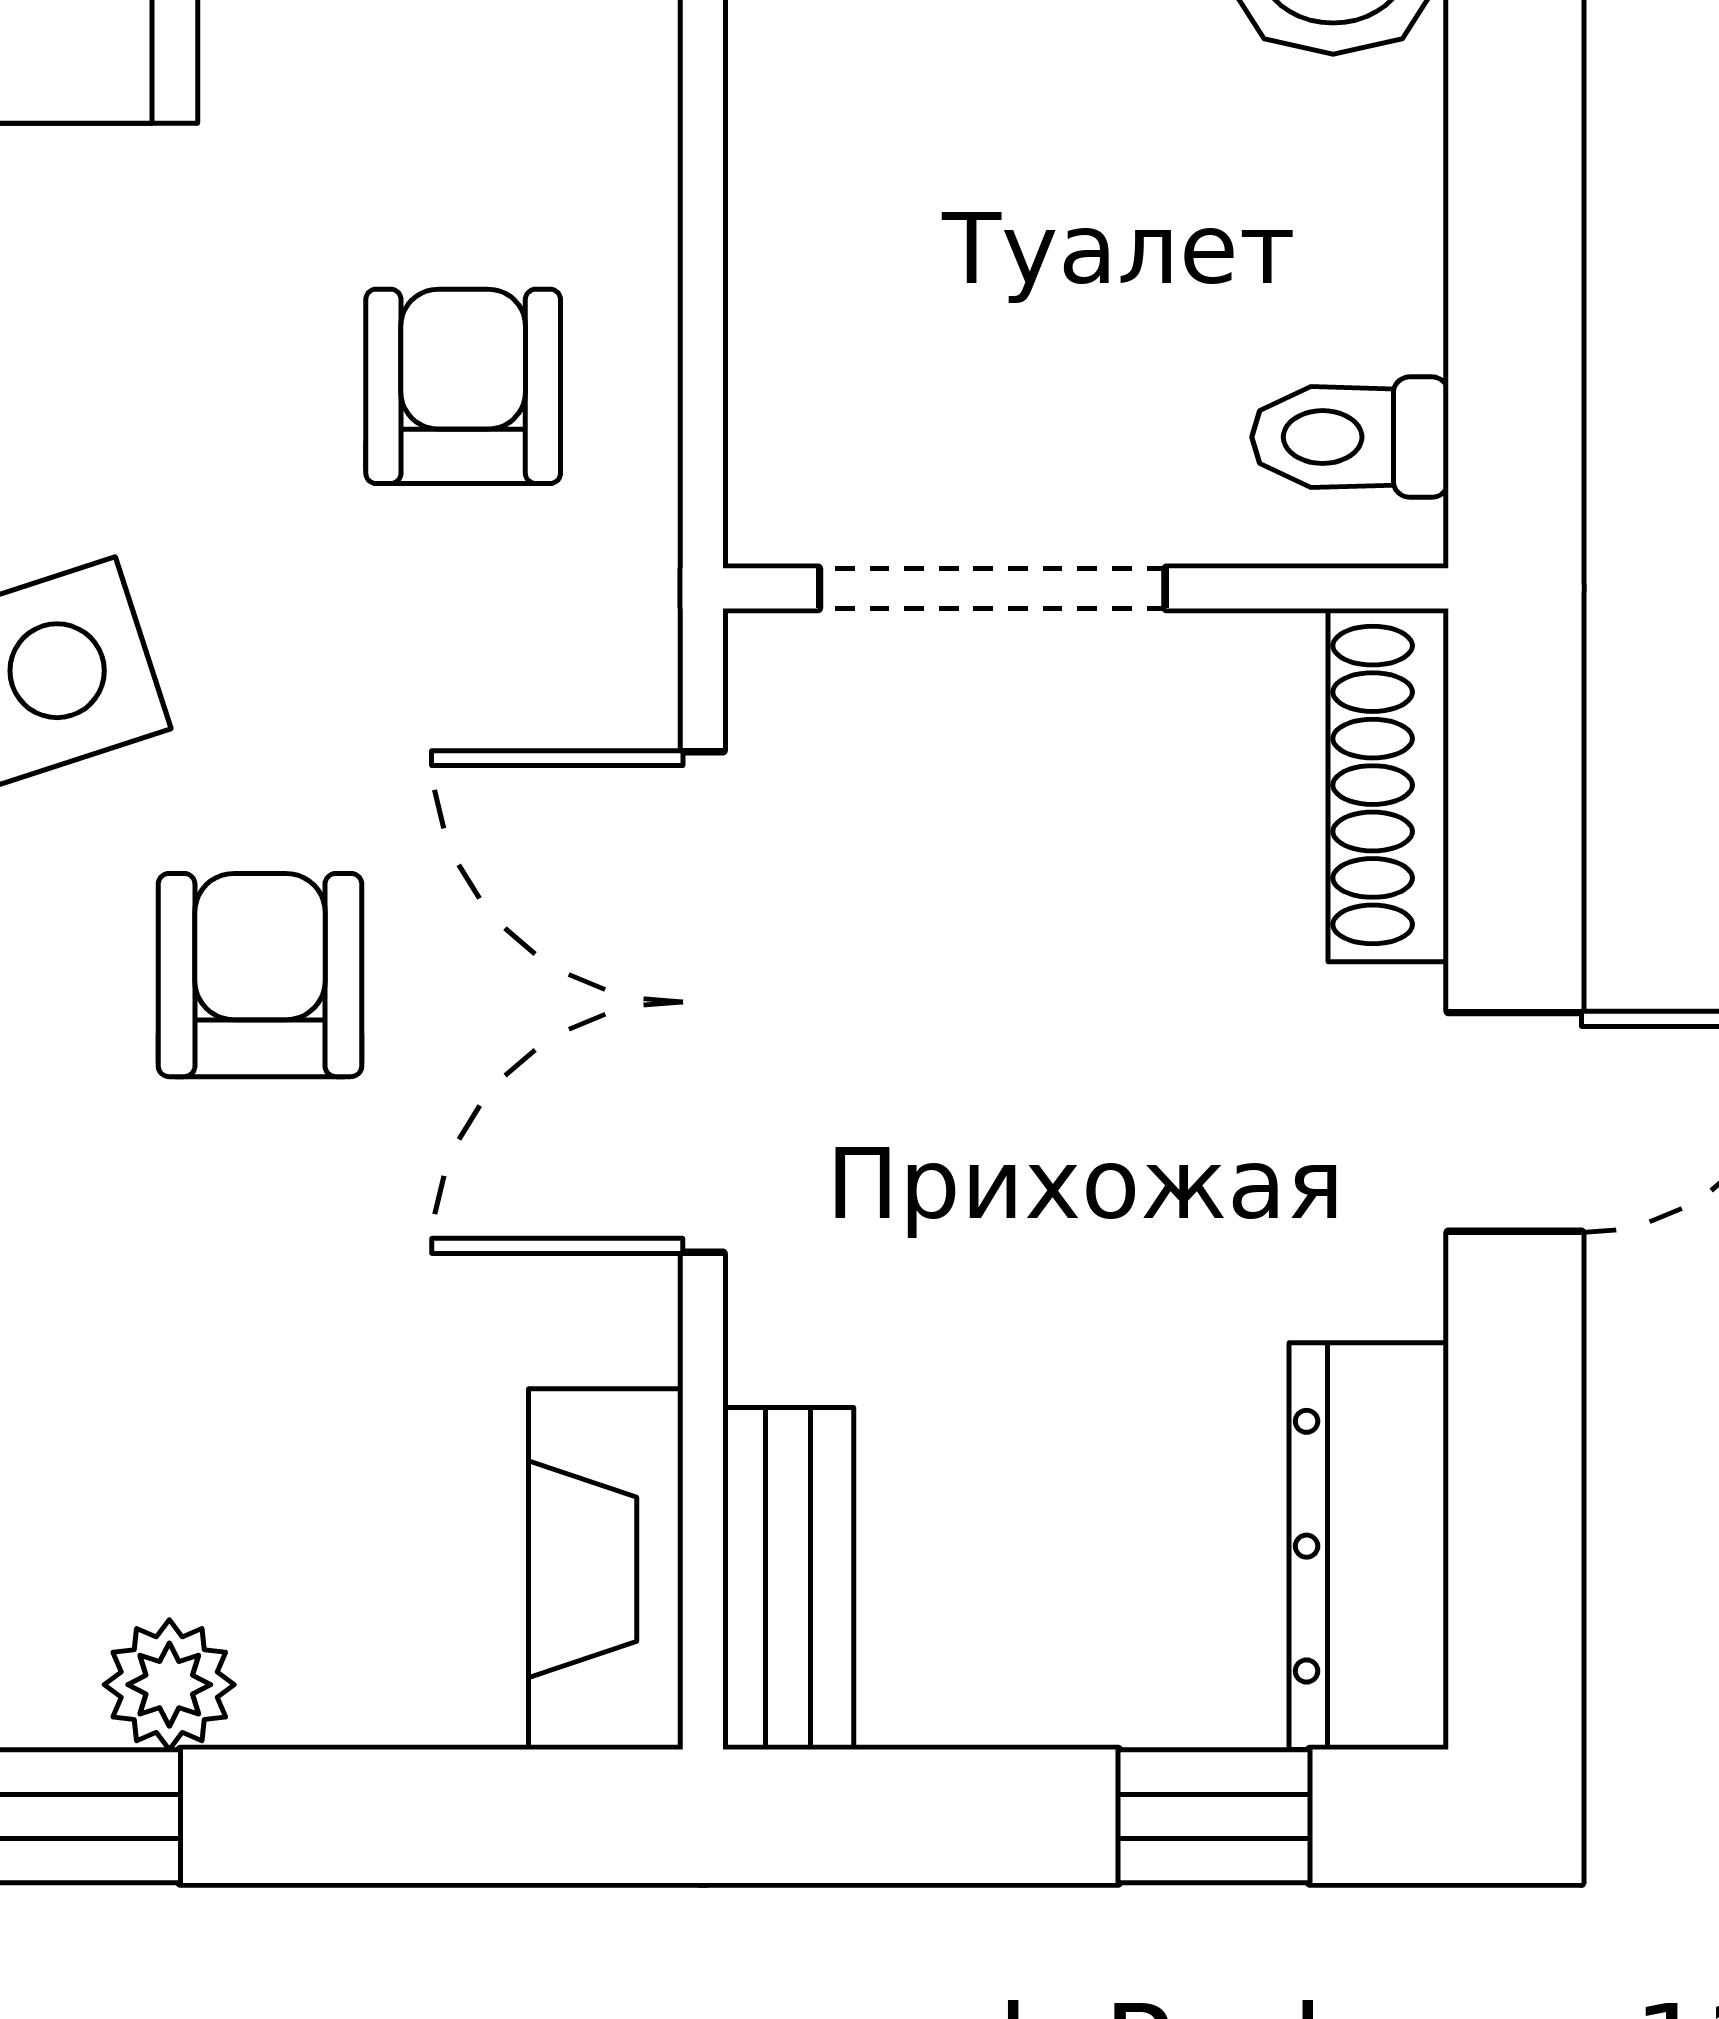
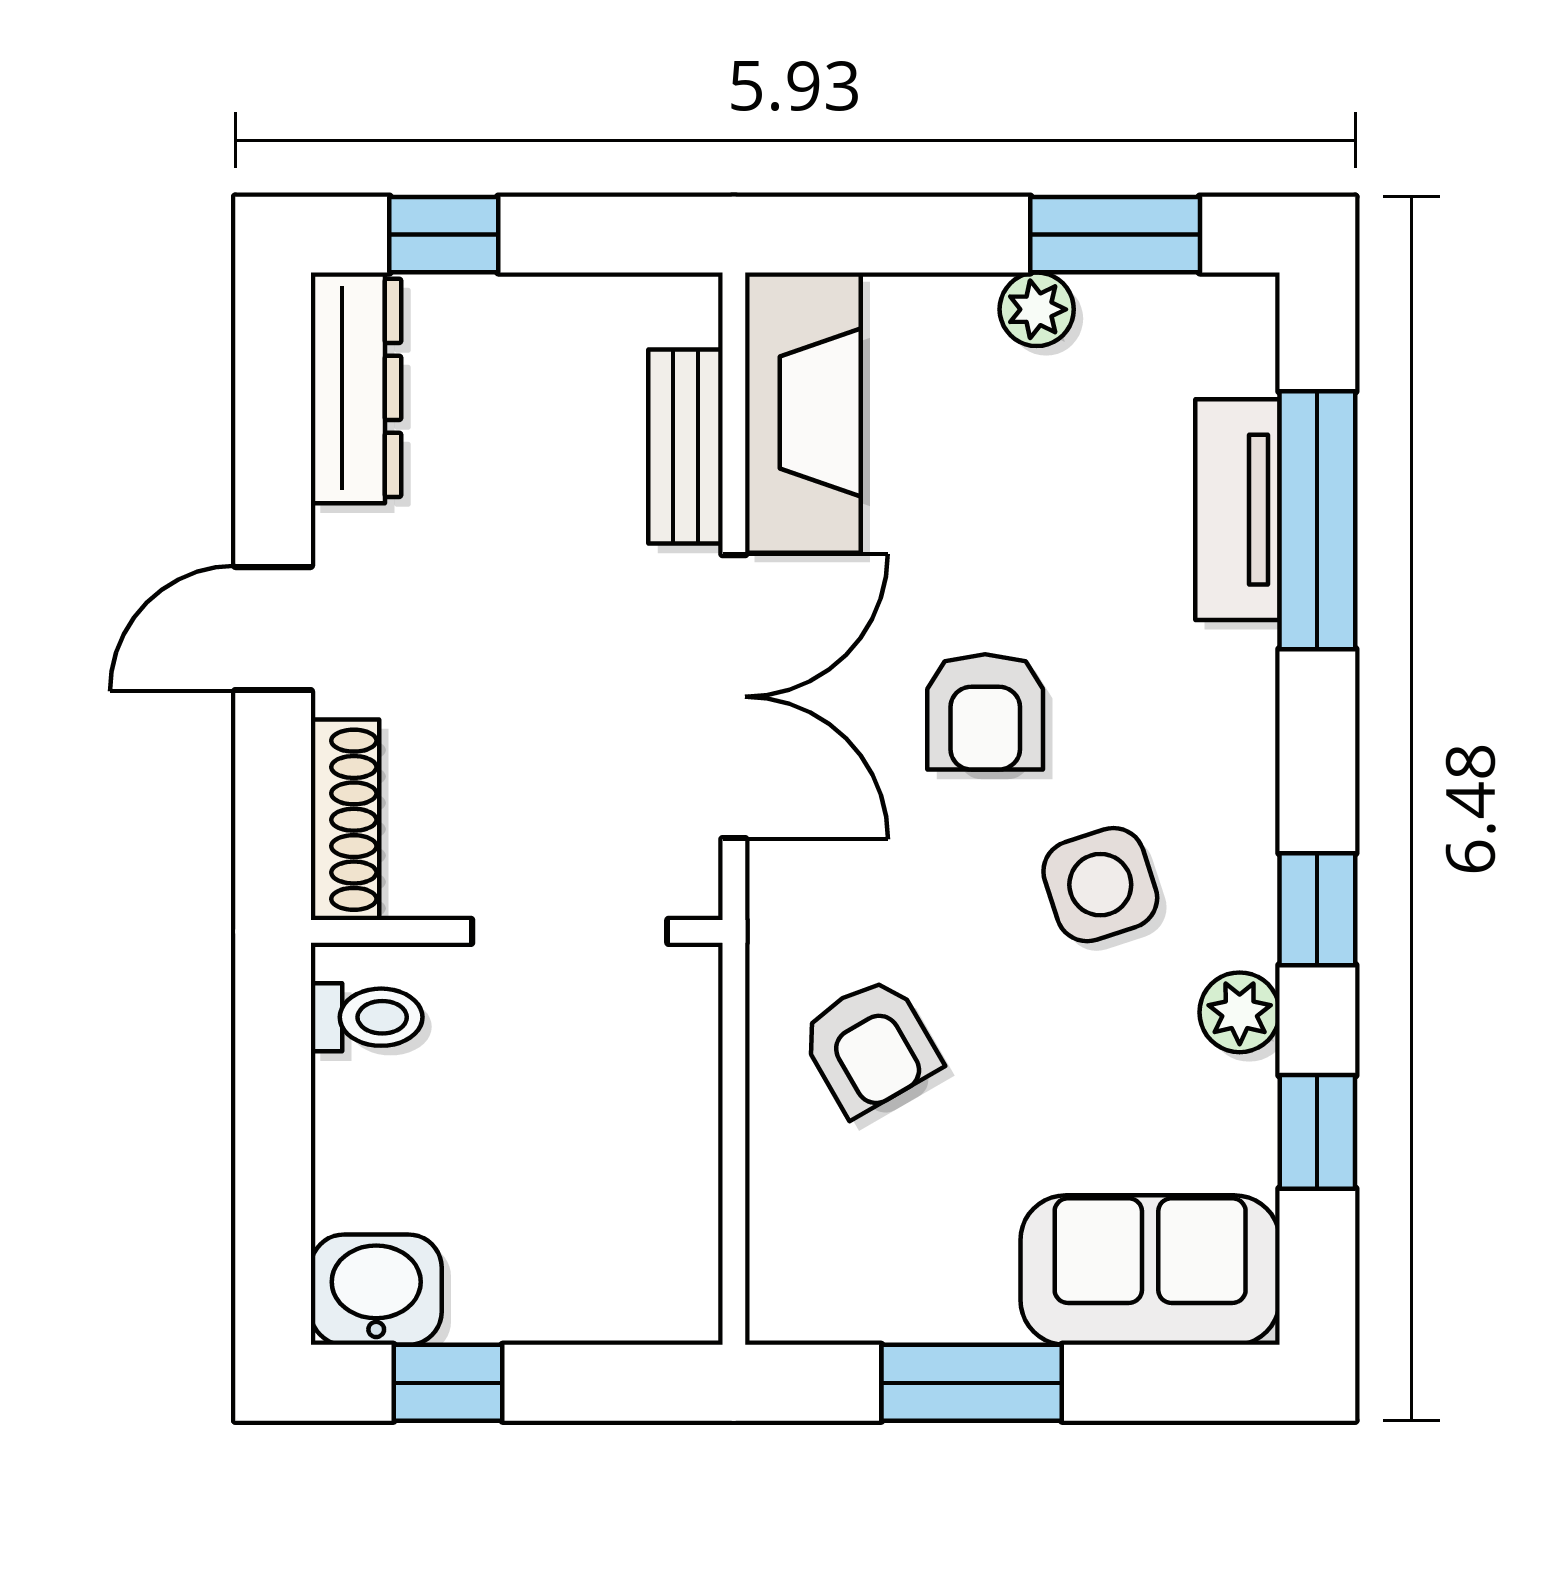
armchair: (463, 386) -> (870, 1046), turned -30
fireplace: (606, 1569) -> (803, 413), width x1.37, depth x1.32
bench: (788, 1579) -> (685, 447), moved

